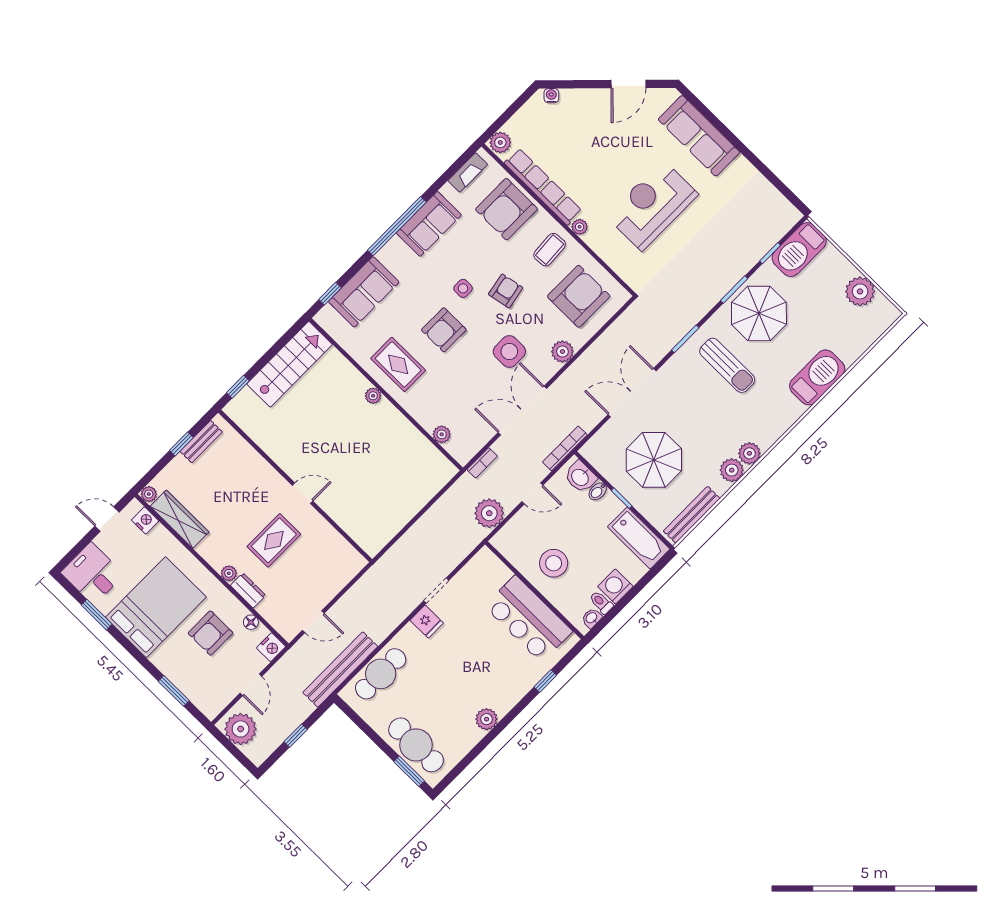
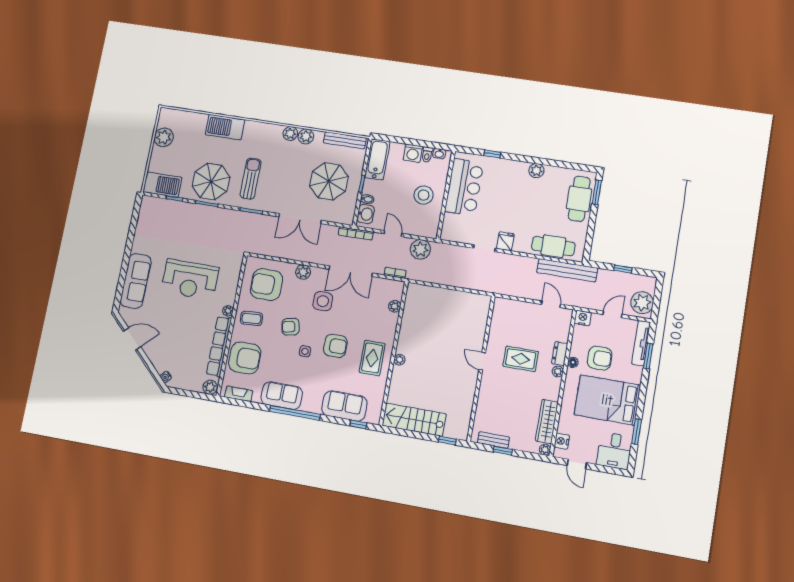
floor lamp: (251, 622) -> (573, 362), moved
tv unit: (194, 693) -> (641, 343), added

